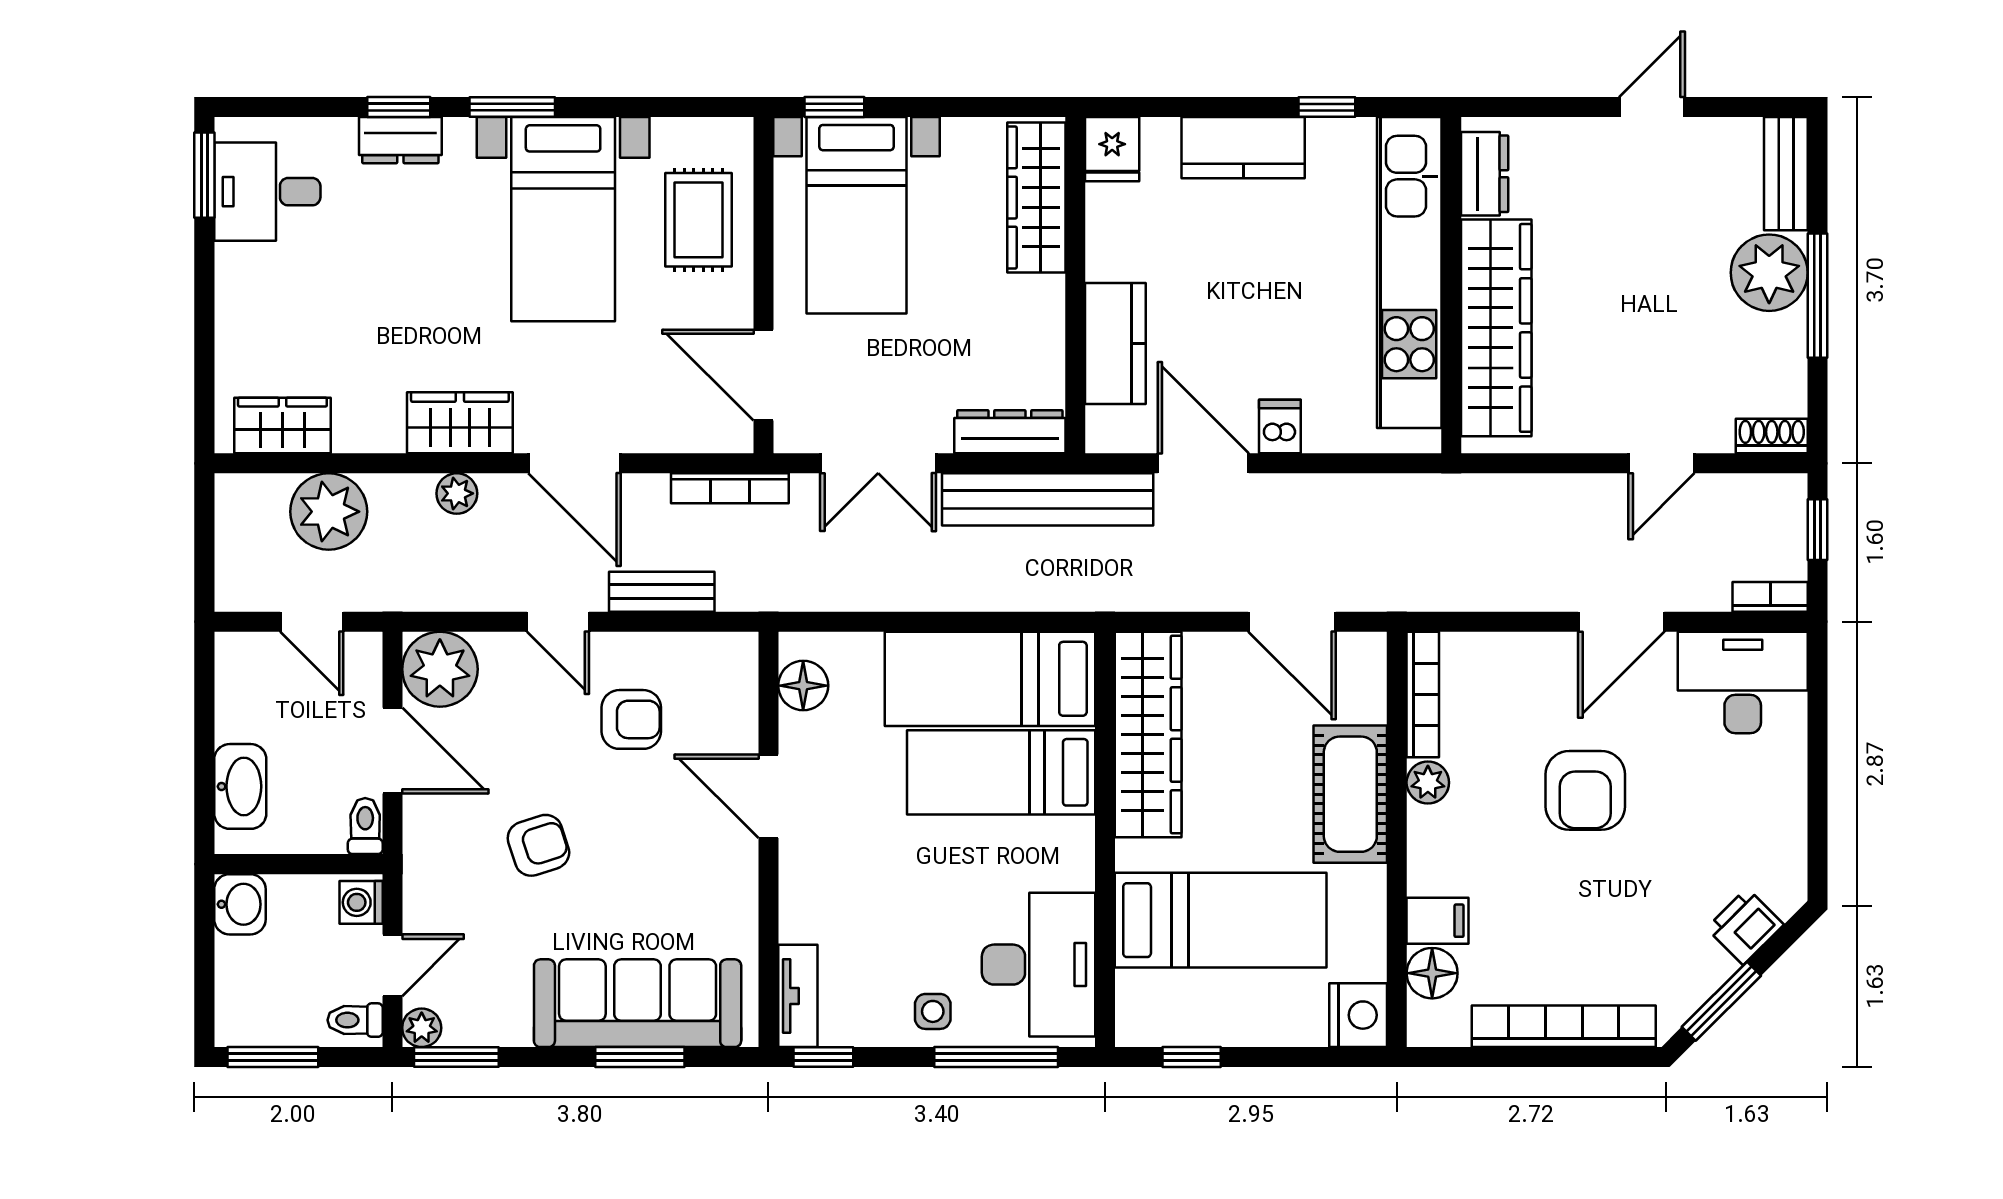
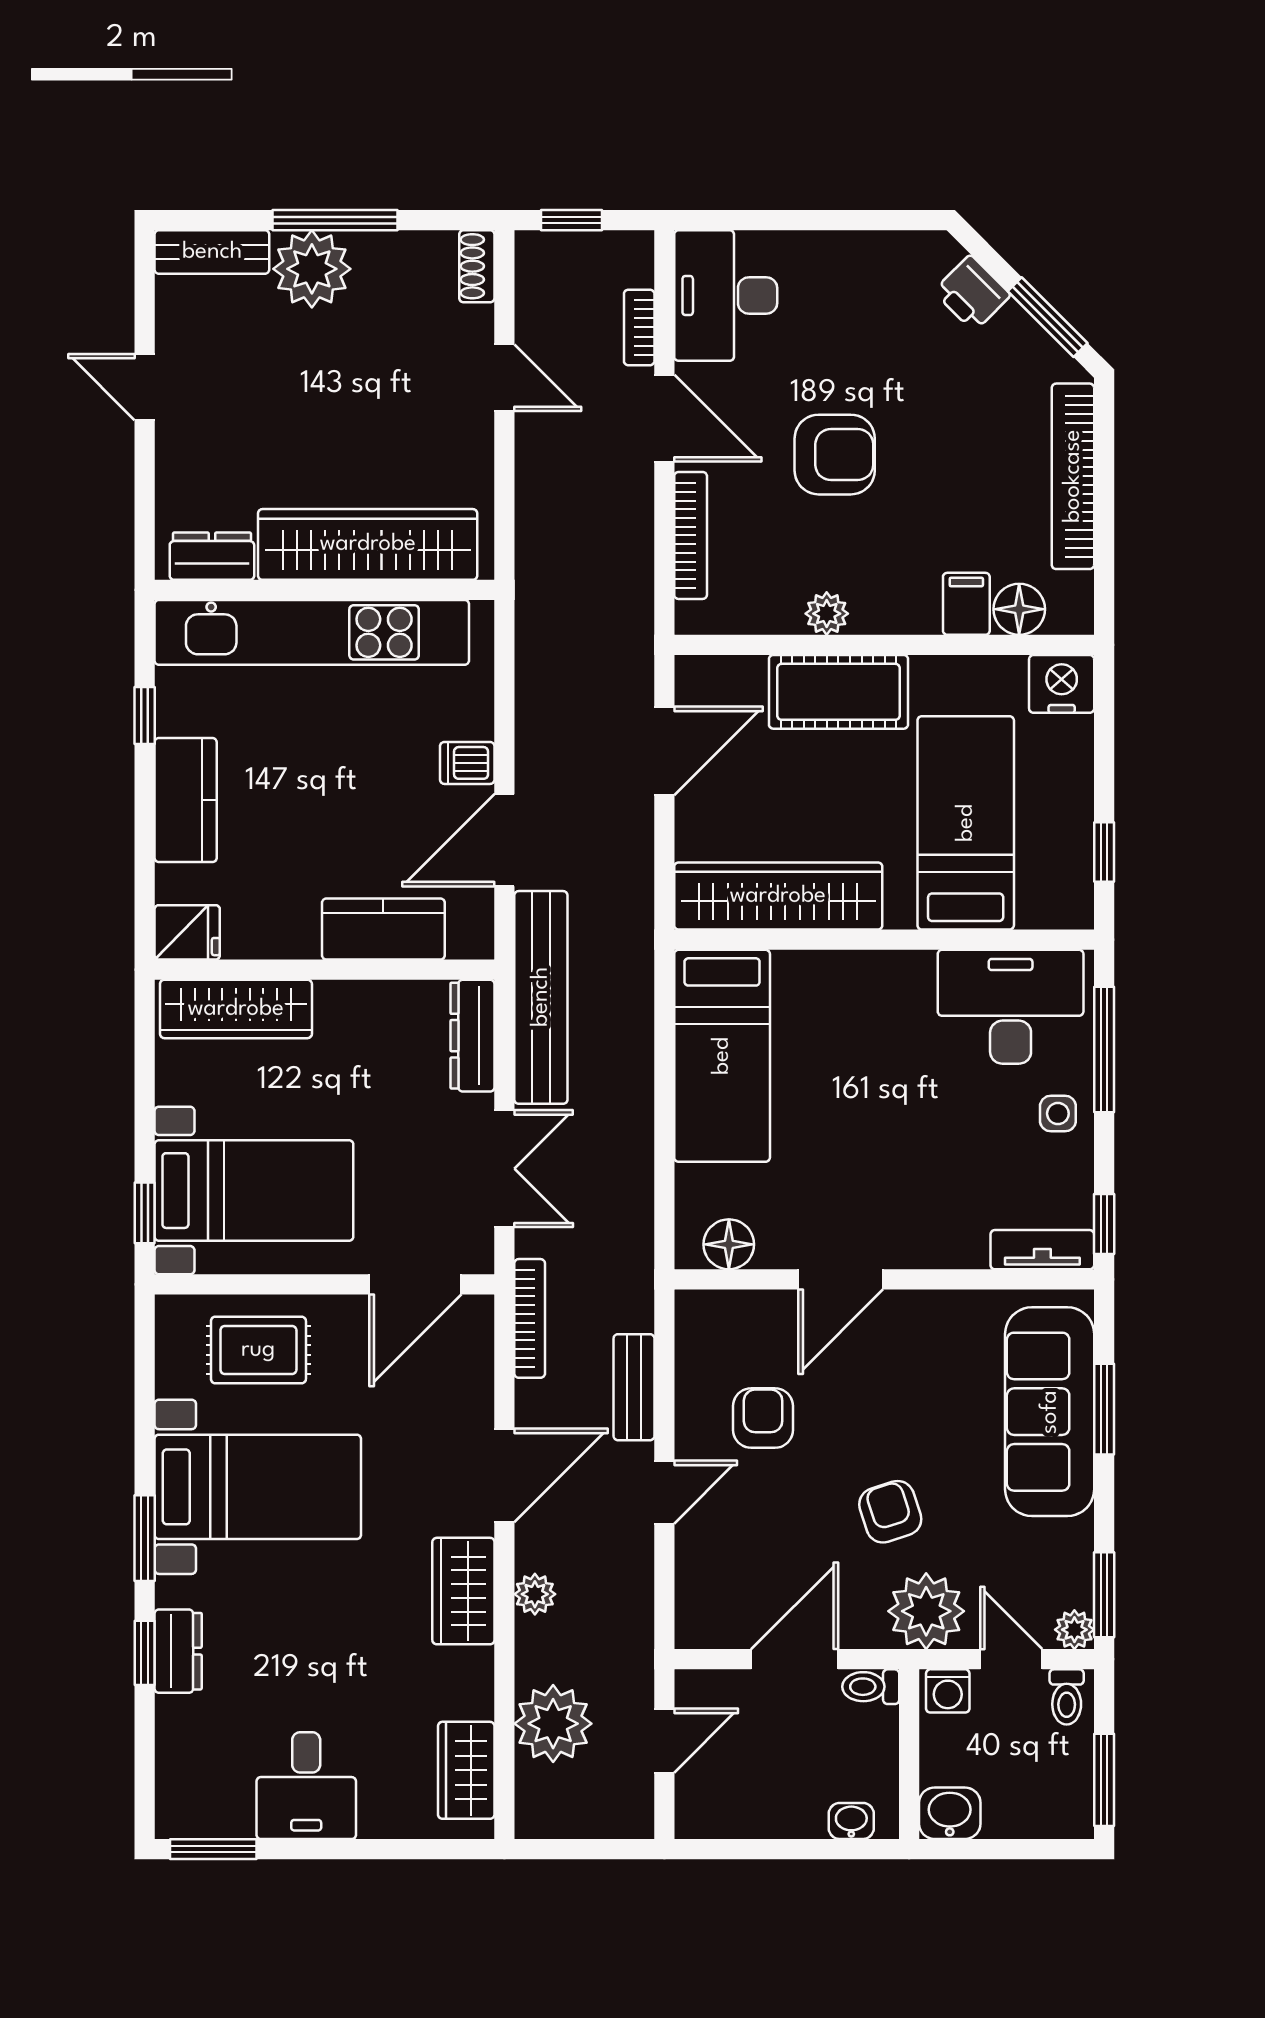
desk: (267, 192) -> (306, 1786), moved
bookcase: (1770, 597) -> (639, 327), moved
plant: (440, 669) -> (926, 1611), moved
bookcase: (1423, 695) -> (691, 535), moved, turned 90
bed: (1001, 772) -> (816, 1045), removed
washbasin: (240, 786) -> (851, 1821), width x0.52, depth x0.69

